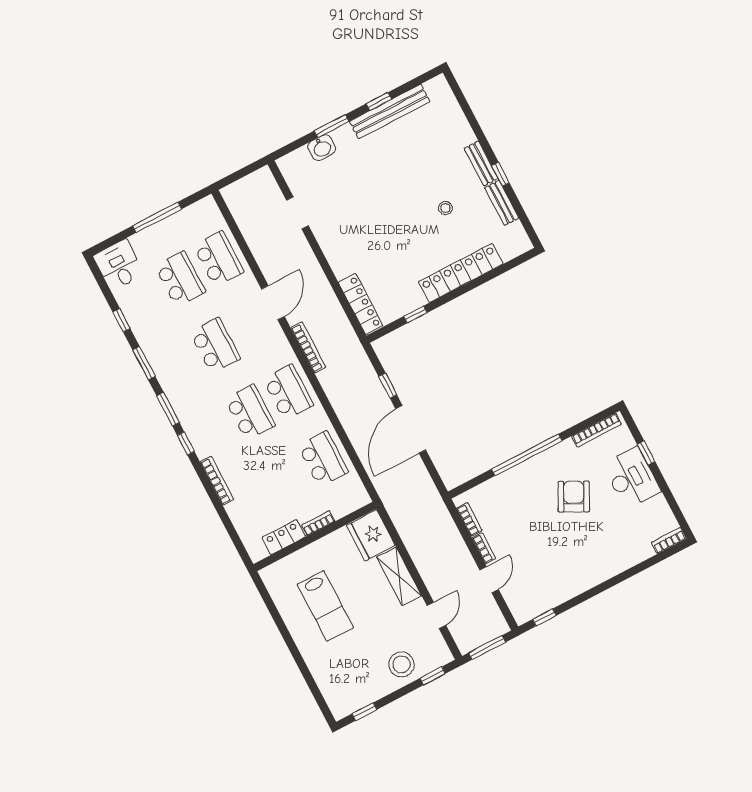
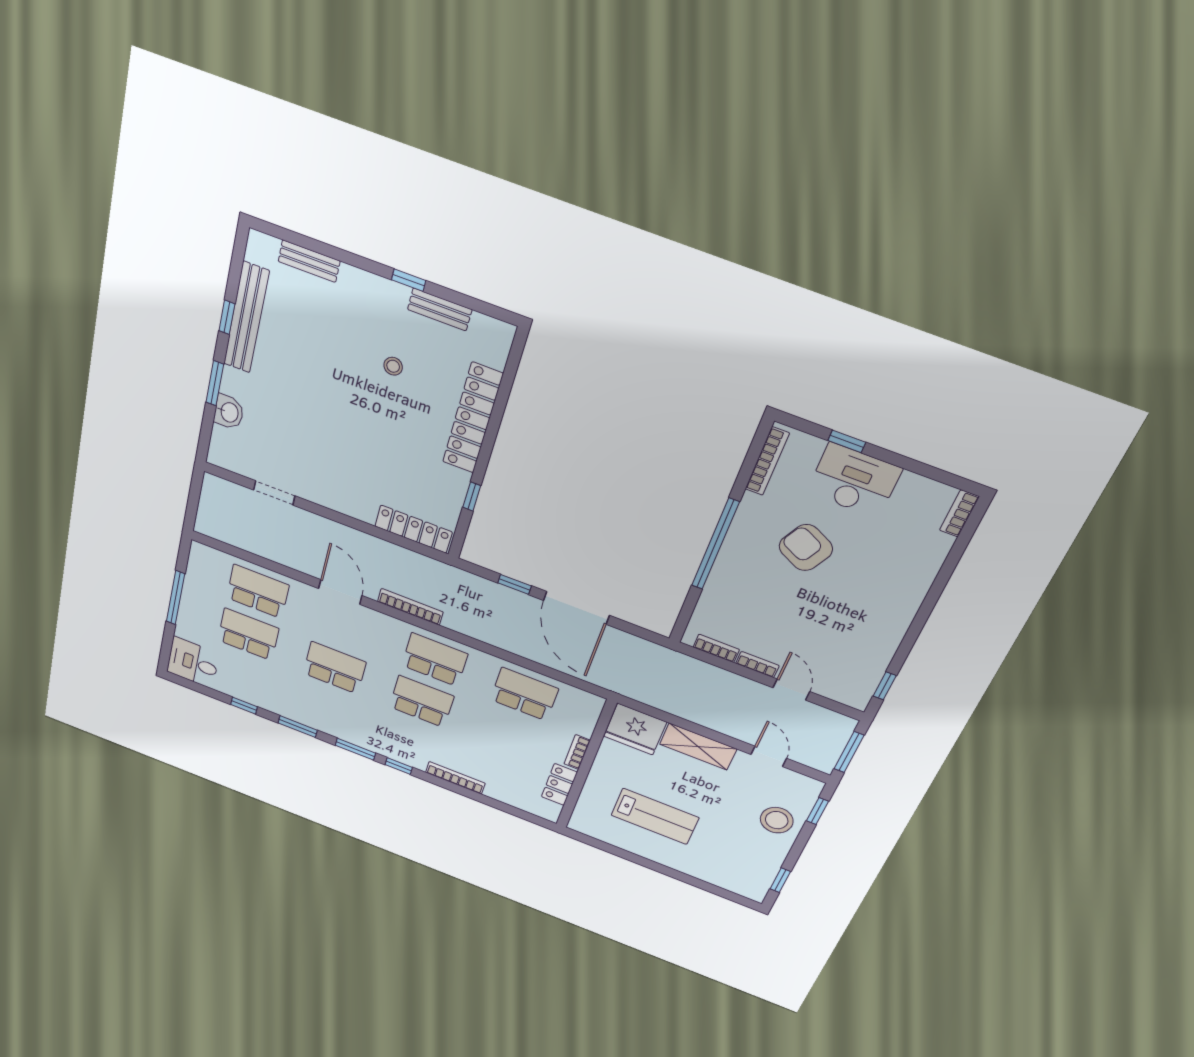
bench: (481, 163) -> (309, 261), moved

